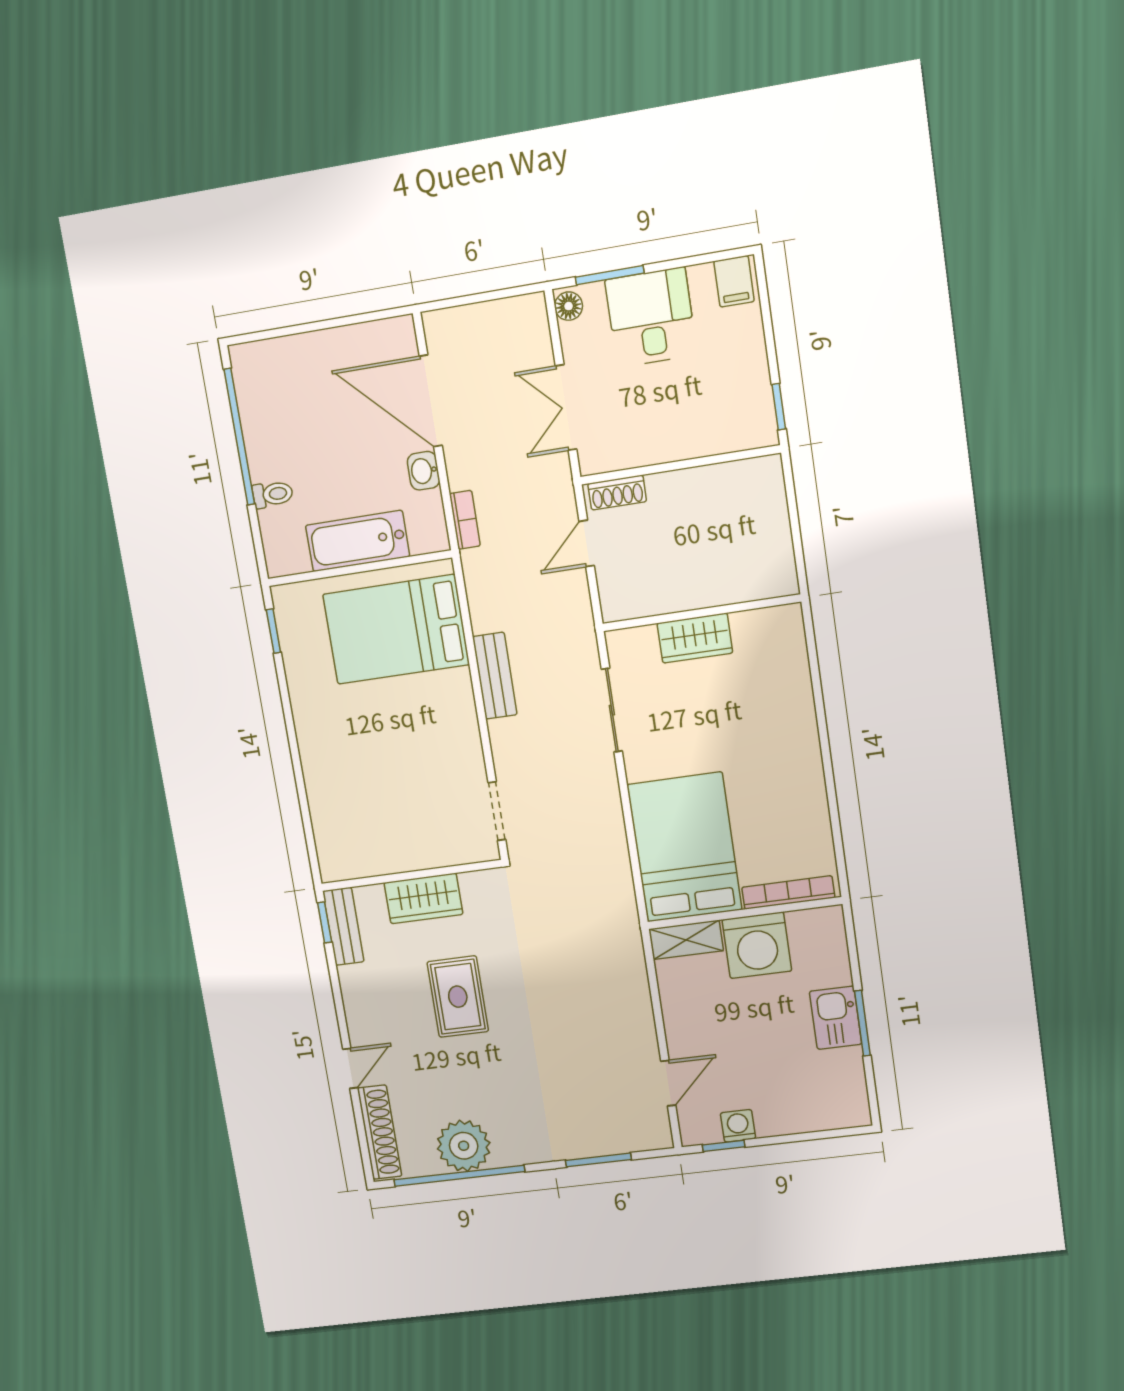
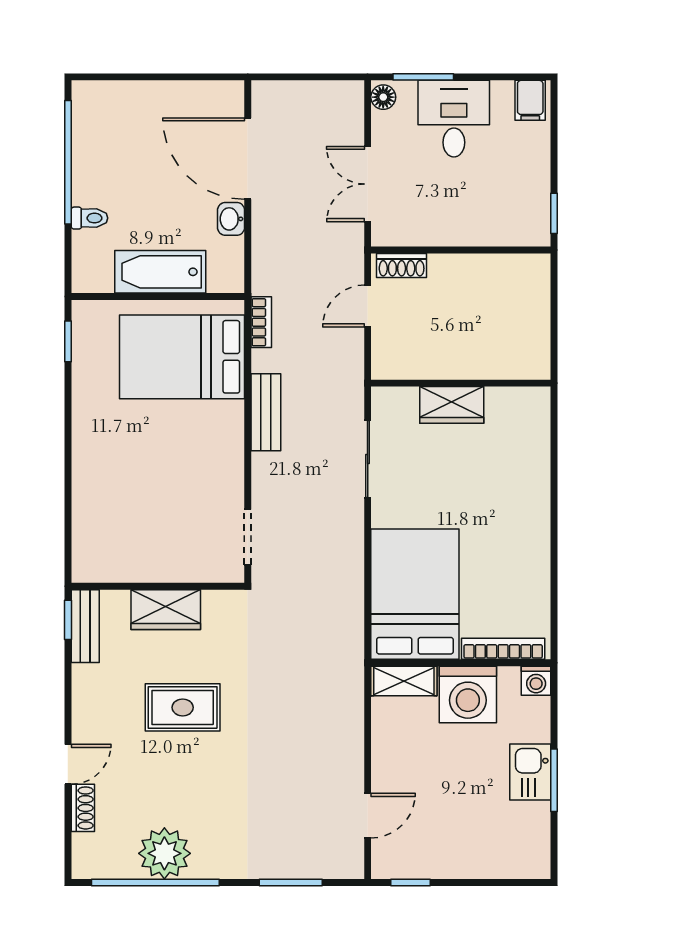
bookcase: (465, 520) -> (261, 322), moved
rug: (458, 997) -> (183, 707), turned 90
washing machine: (738, 1126) -> (536, 681), moved, turned 180
shoe rack: (379, 1132) -> (83, 808), width x0.51, depth x0.81

